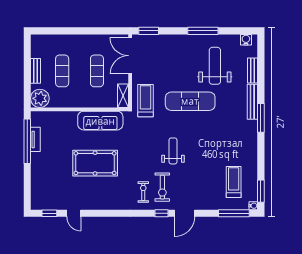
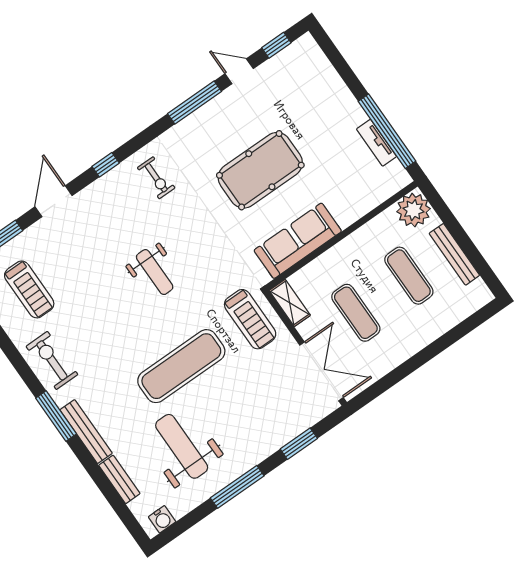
window: (149, 31) -> (299, 444), moved
weight bench: (215, 66) -> (182, 446), turned 180
bench: (36, 71) -> (454, 254), width x1.36
exercise bike: (162, 187) -> (52, 360), moved
window: (103, 213) -> (195, 102), added
door: (185, 213) -> (54, 201), moved

